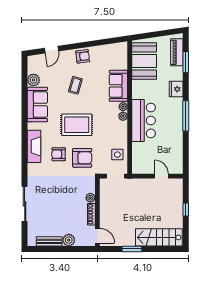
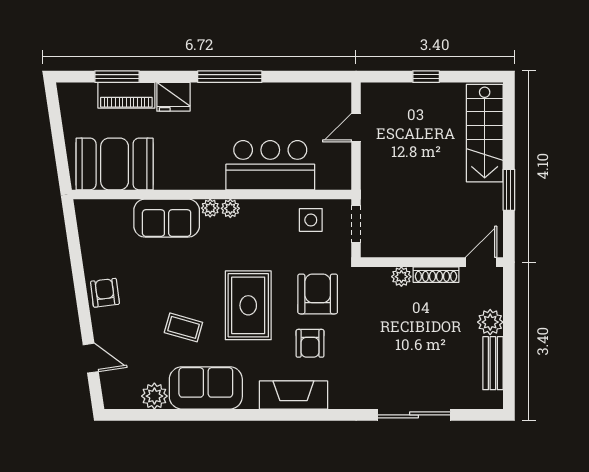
piano: (177, 52) -> (126, 95), moved
coffee table: (75, 85) -> (183, 327), moved
bar counter: (144, 120) -> (270, 165), moved

